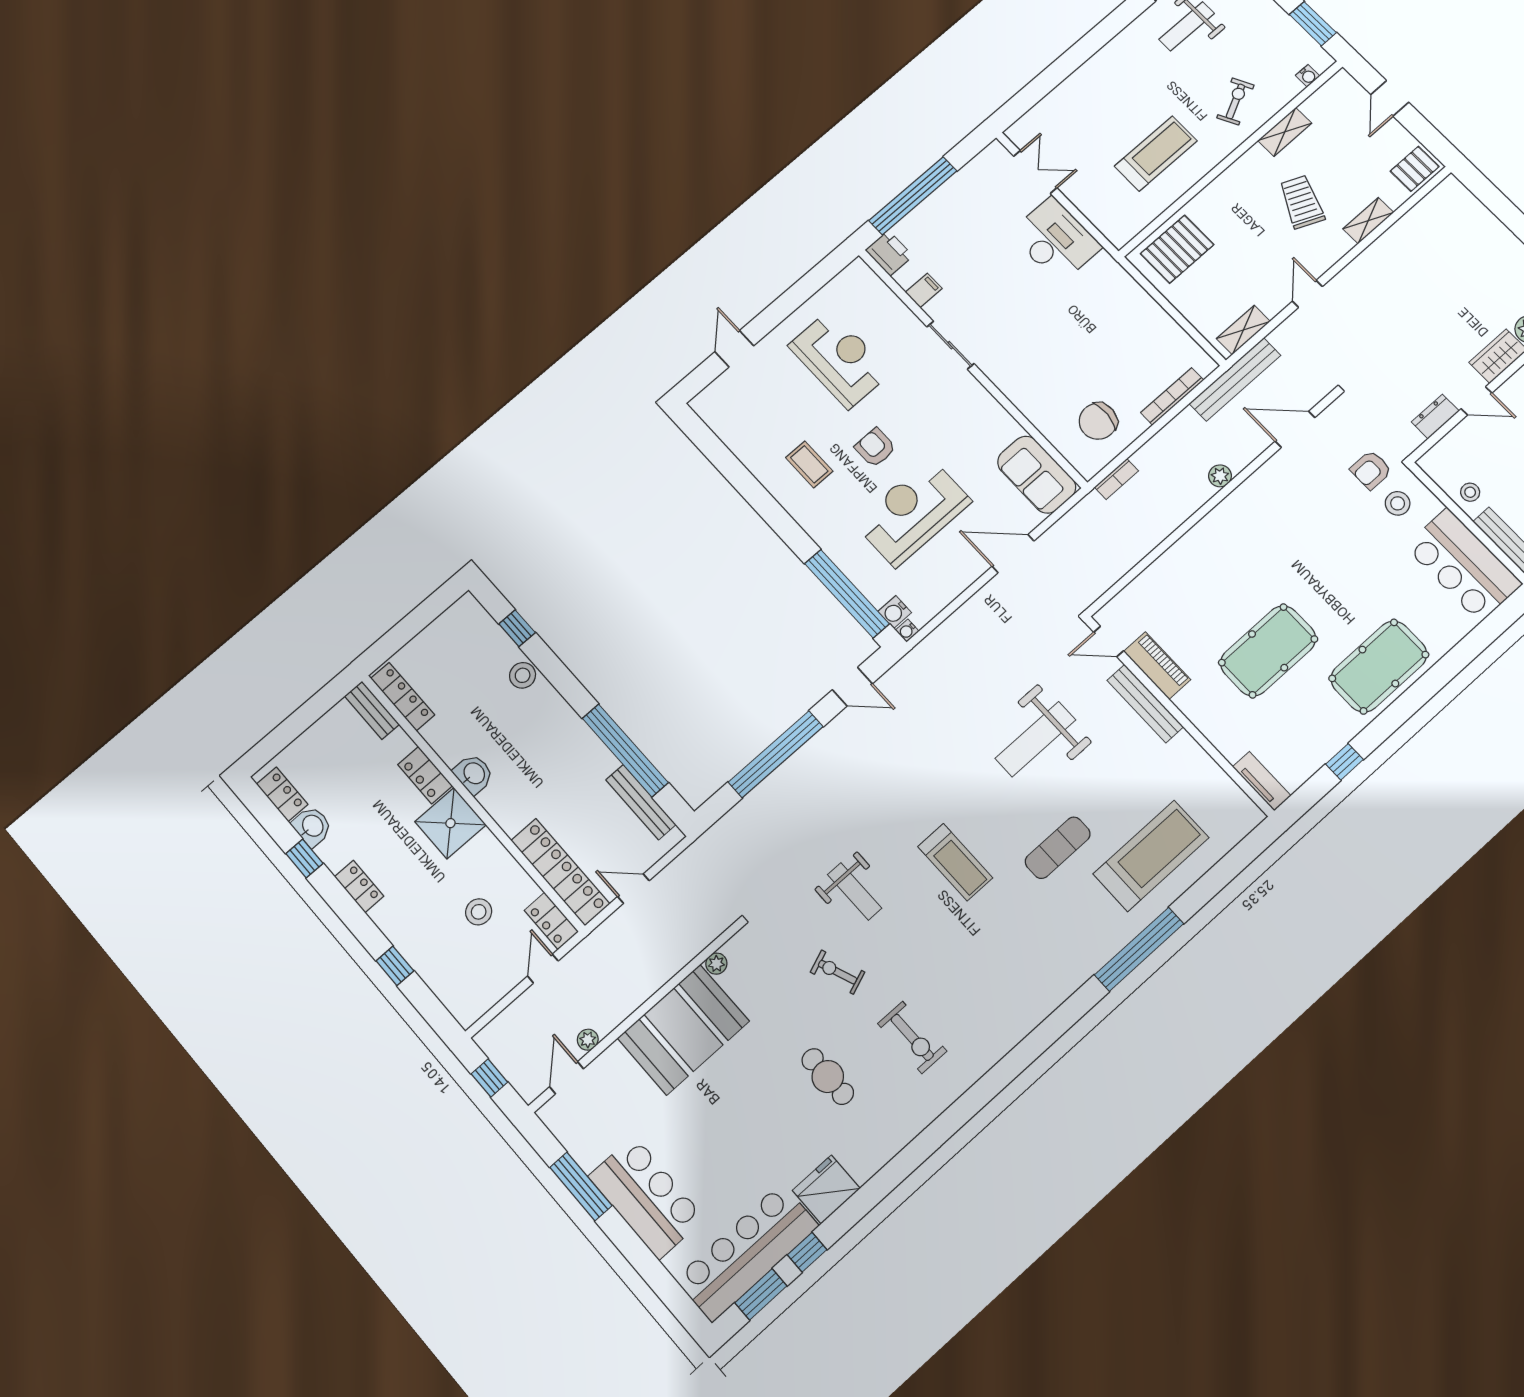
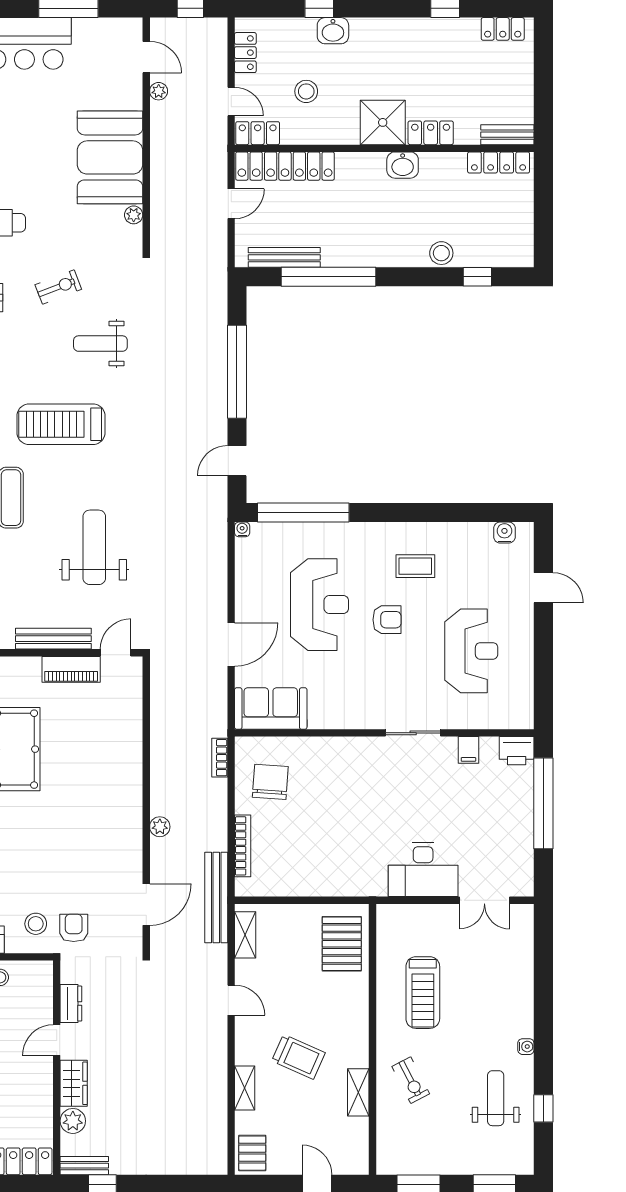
water cooler: (1308, 76) -> (526, 1047), moved, turned 180
reception desk: (839, 359) -> (471, 651), turned -90
water cooler: (895, 612) -> (504, 533), moved
washbasin: (312, 826) -> (333, 31), moved
treadmill: (955, 862) -> (61, 424), width x1.37, depth x1.38
locker: (359, 886) -> (245, 53), moved, turned -90

